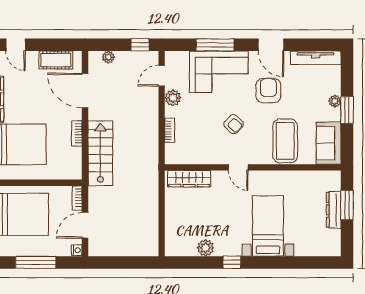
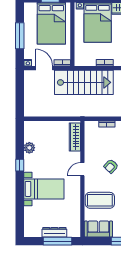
stairs: (100, 153) -> (84, 82), width x1.36, depth x1.51
window: (347, 205) -> (57, 241), width x1.44

